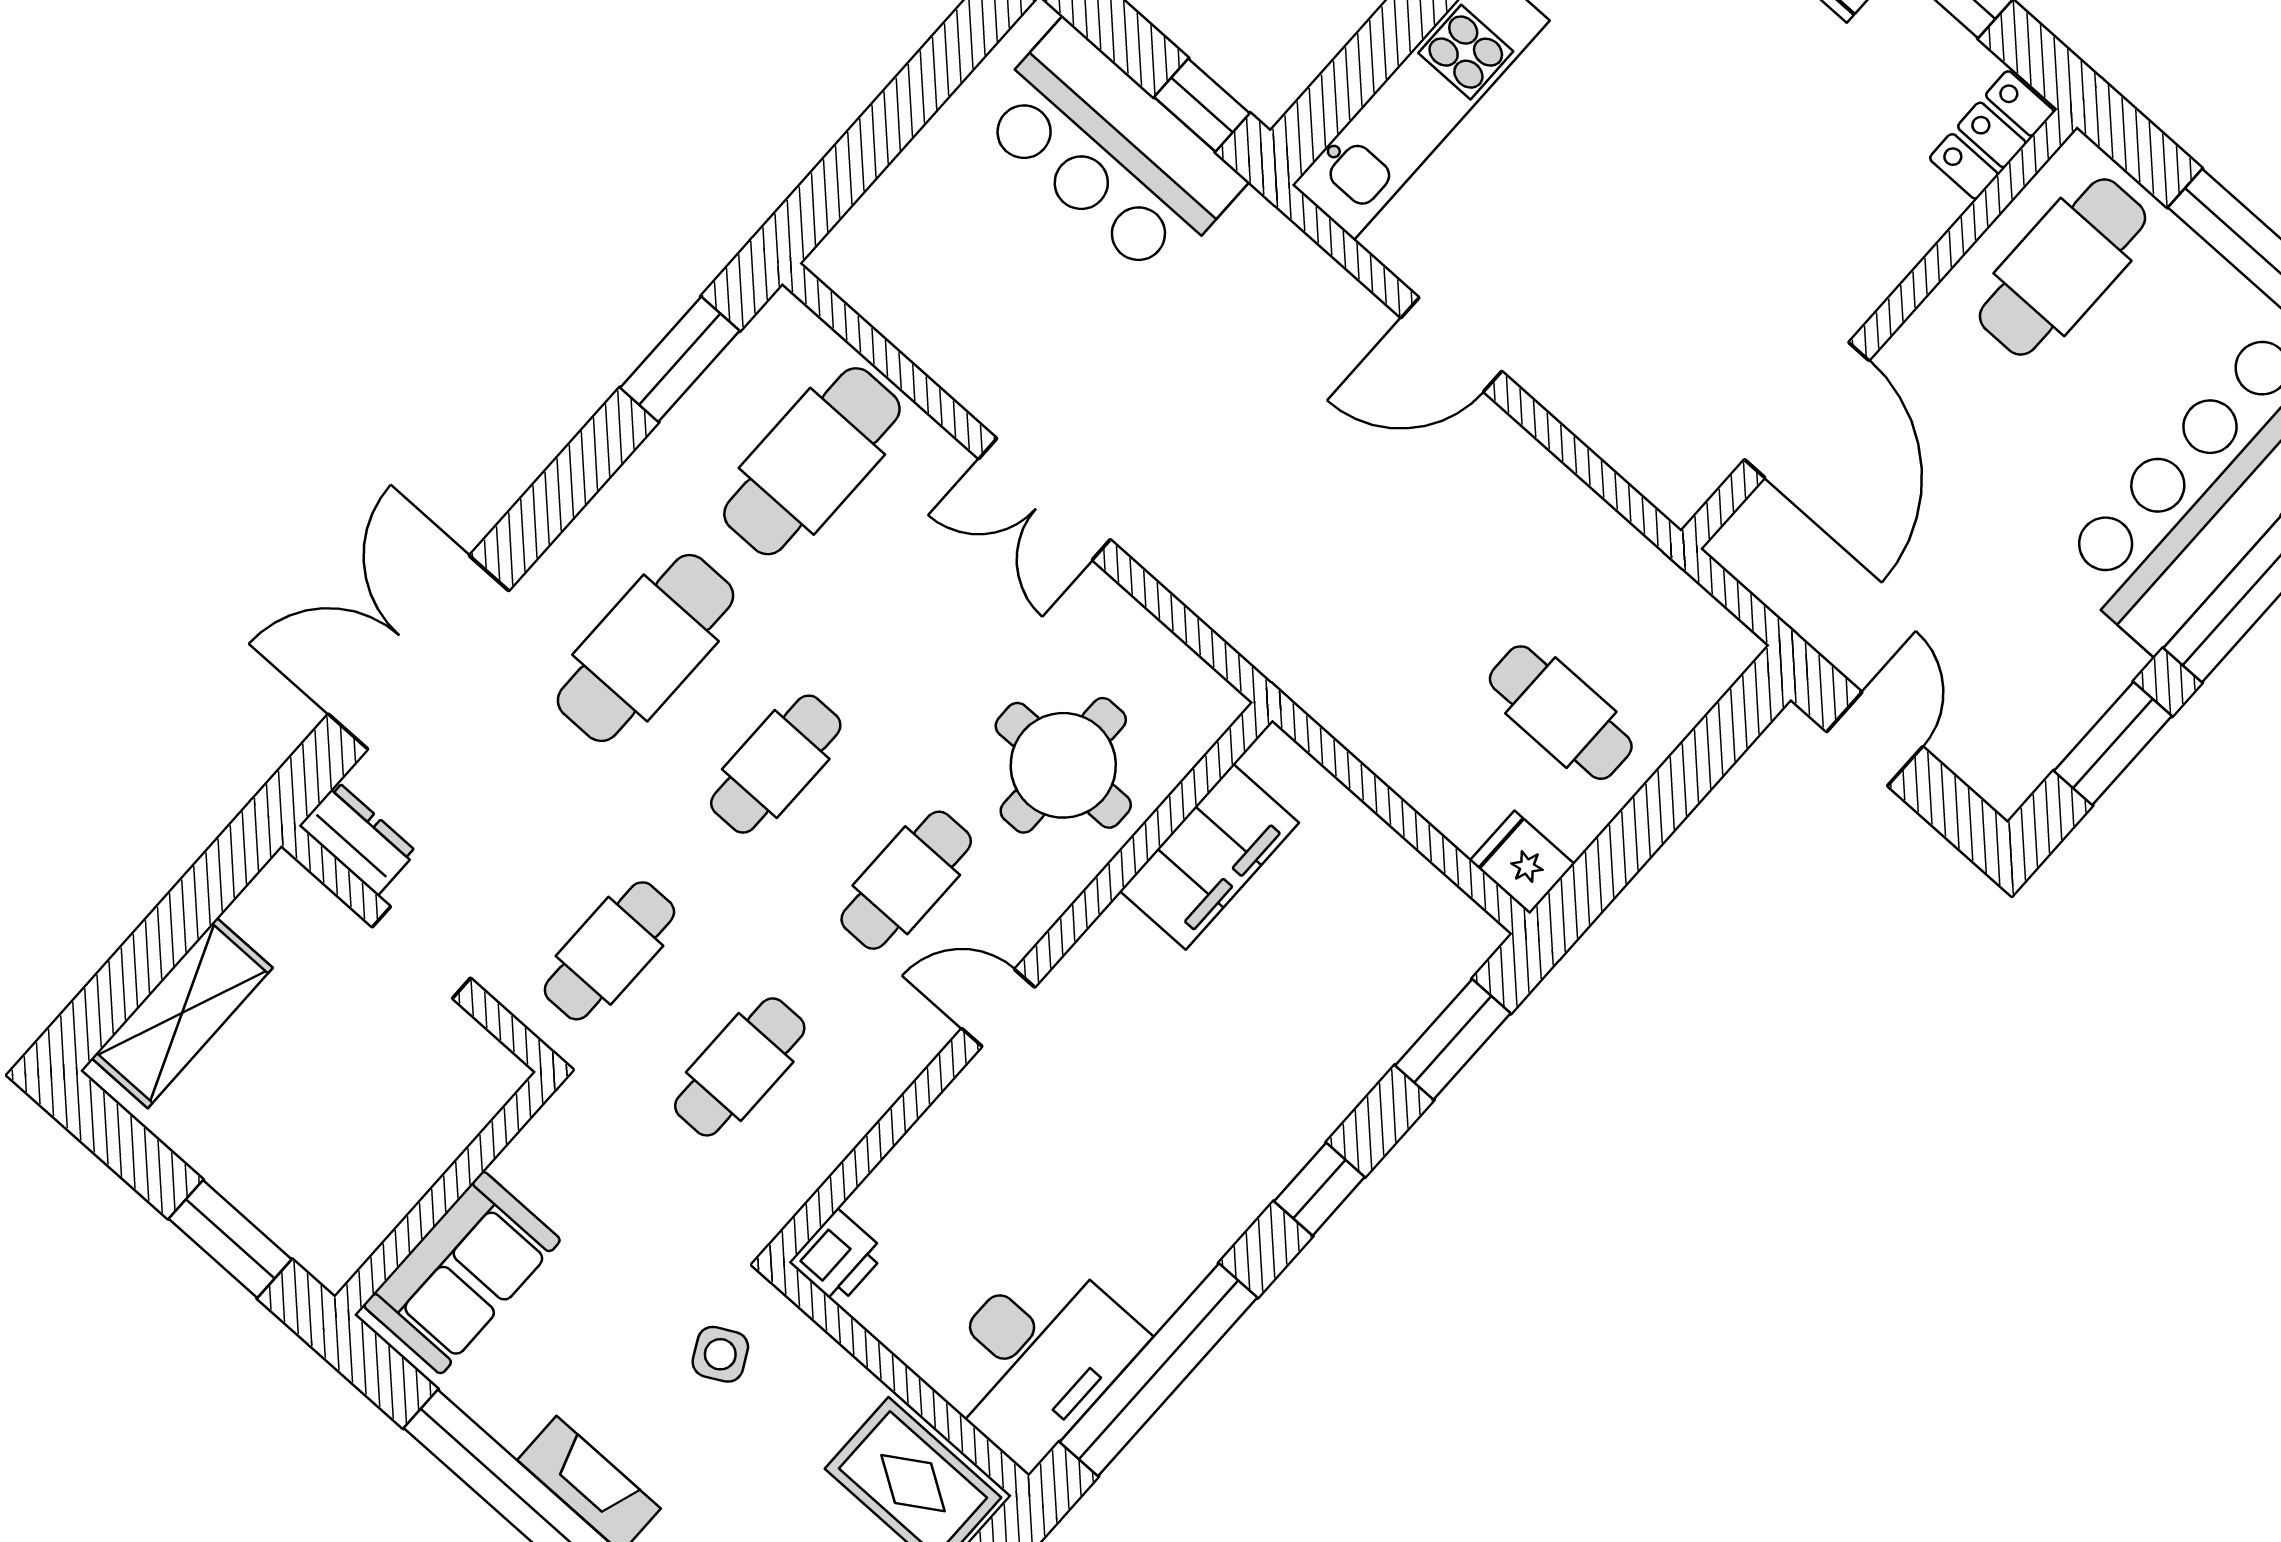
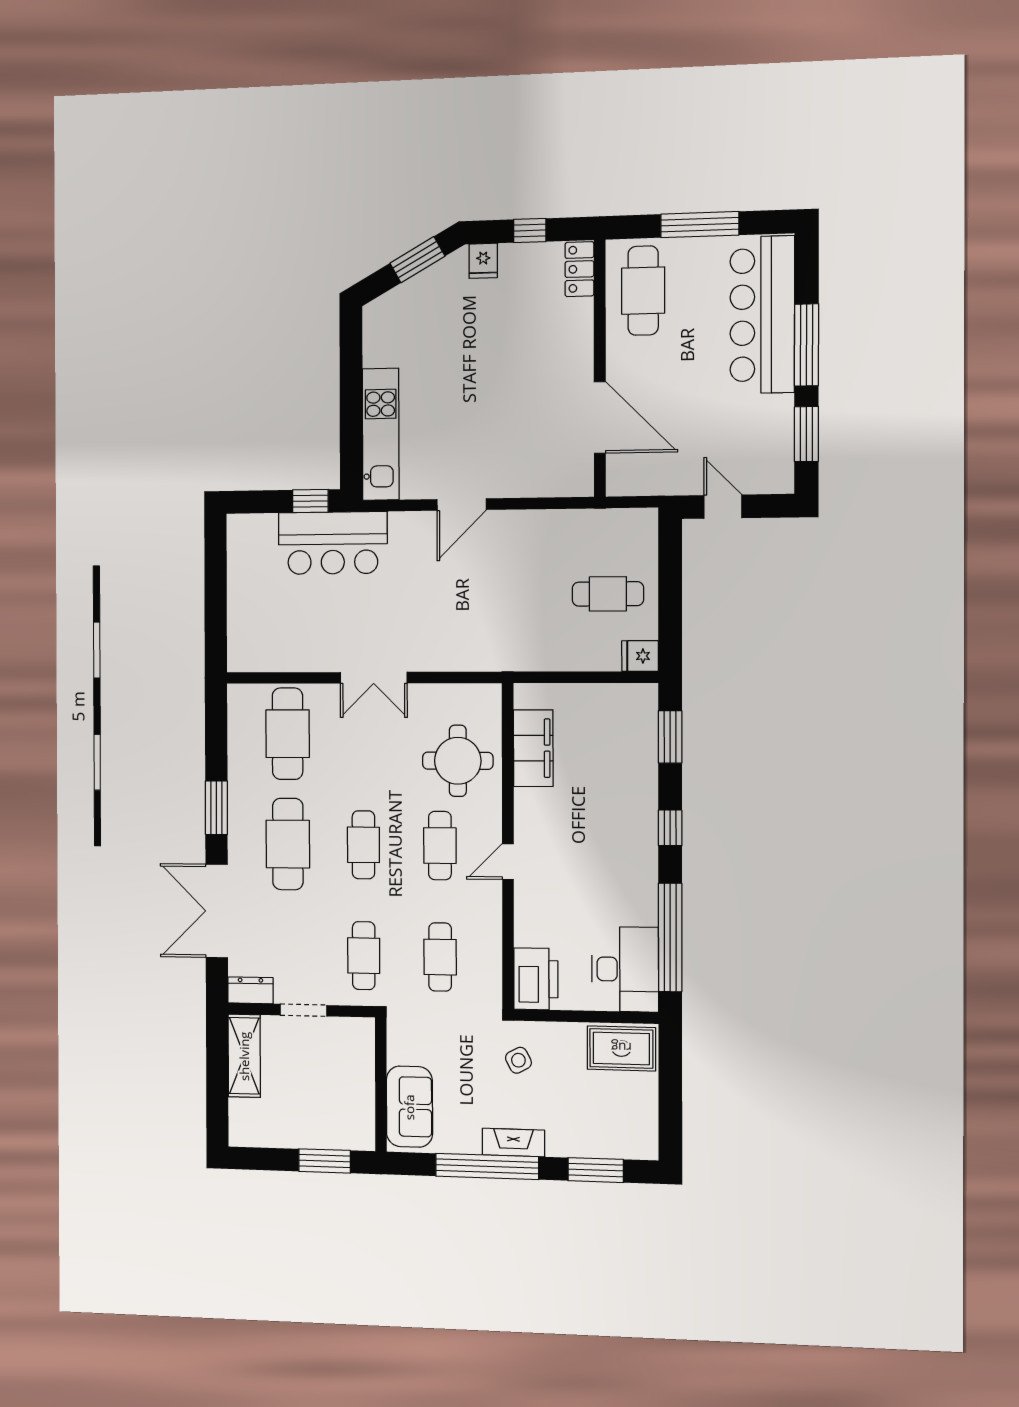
bar counter: (1110, 151) -> (333, 543), moved
window: (680, 359) -> (216, 808), moved
shelving: (182, 1013) -> (244, 1056), moved
printer: (838, 1257) -> (536, 979), width x1.87, depth x1.48

